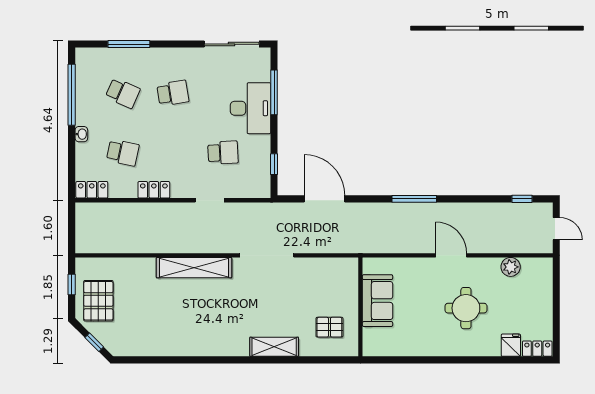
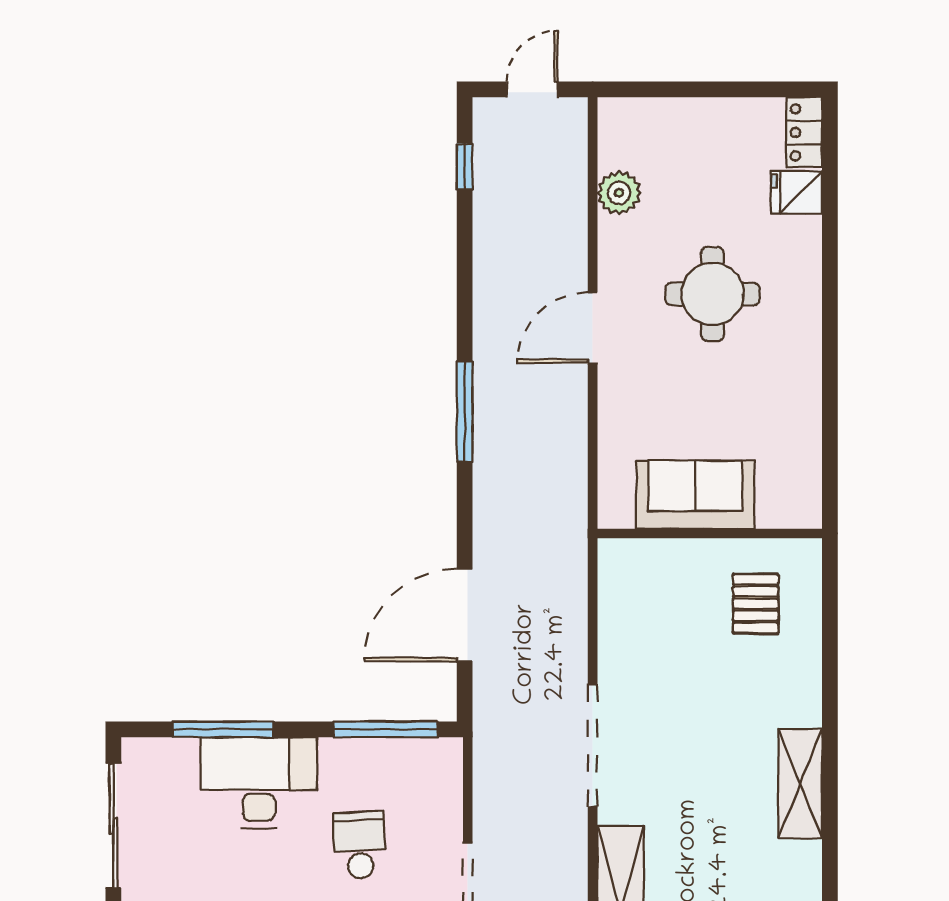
window: (274, 164) -> (386, 729), width x2.17
shelving: (274, 347) -> (800, 784), moved

